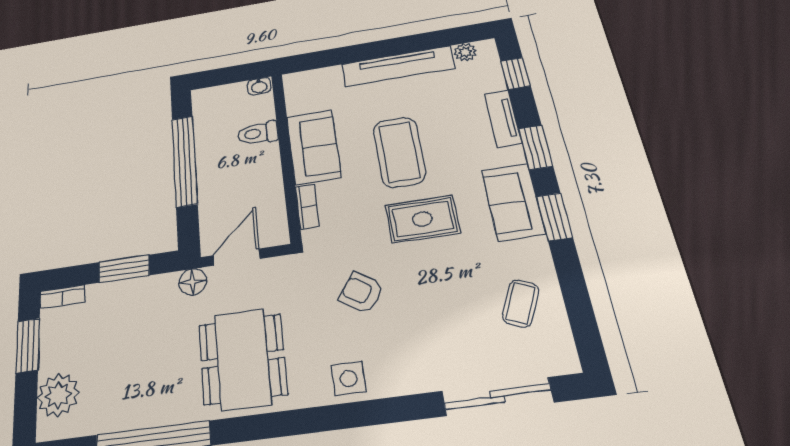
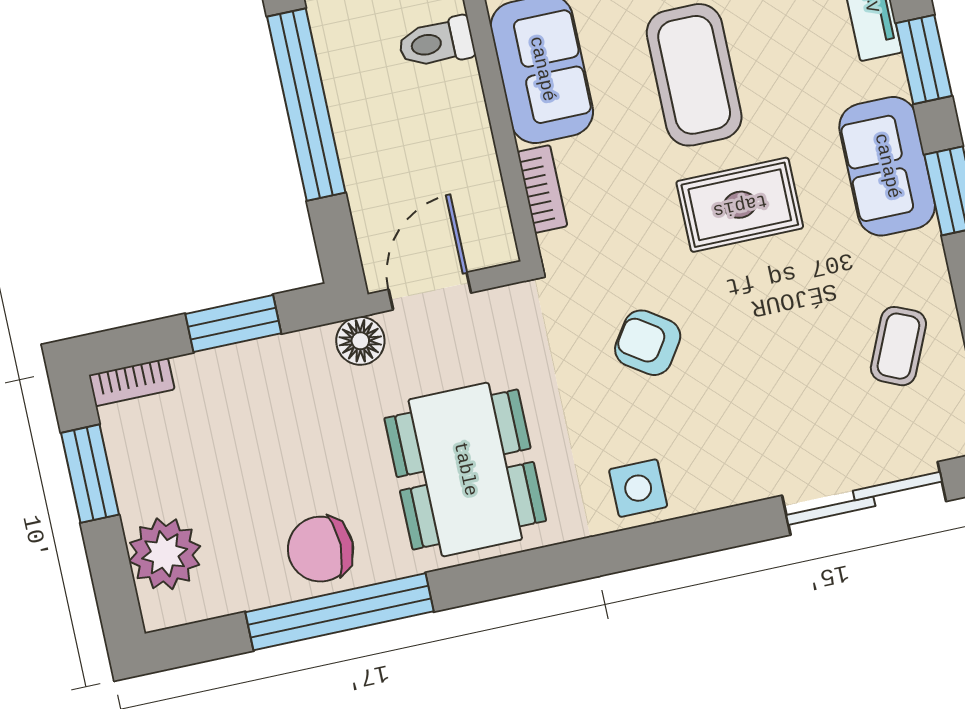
chair: (149, 400) -> (321, 549), added

